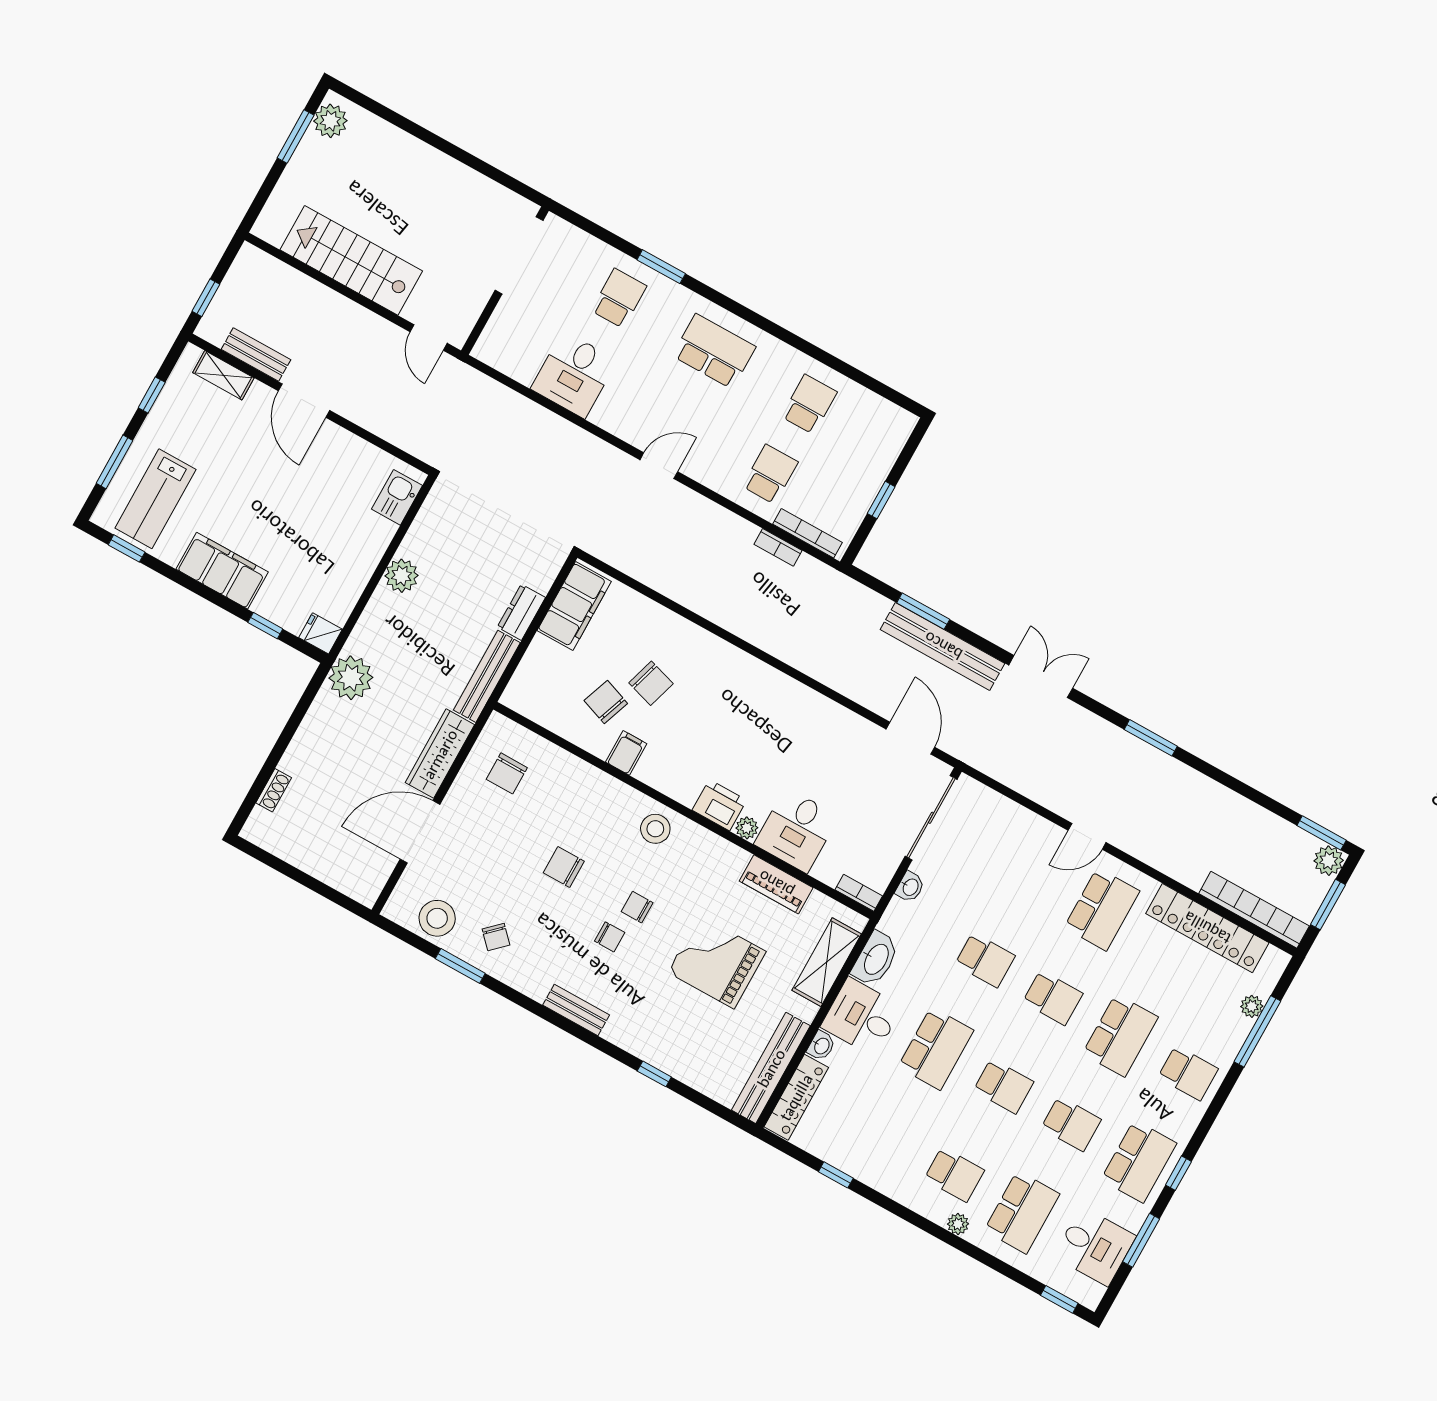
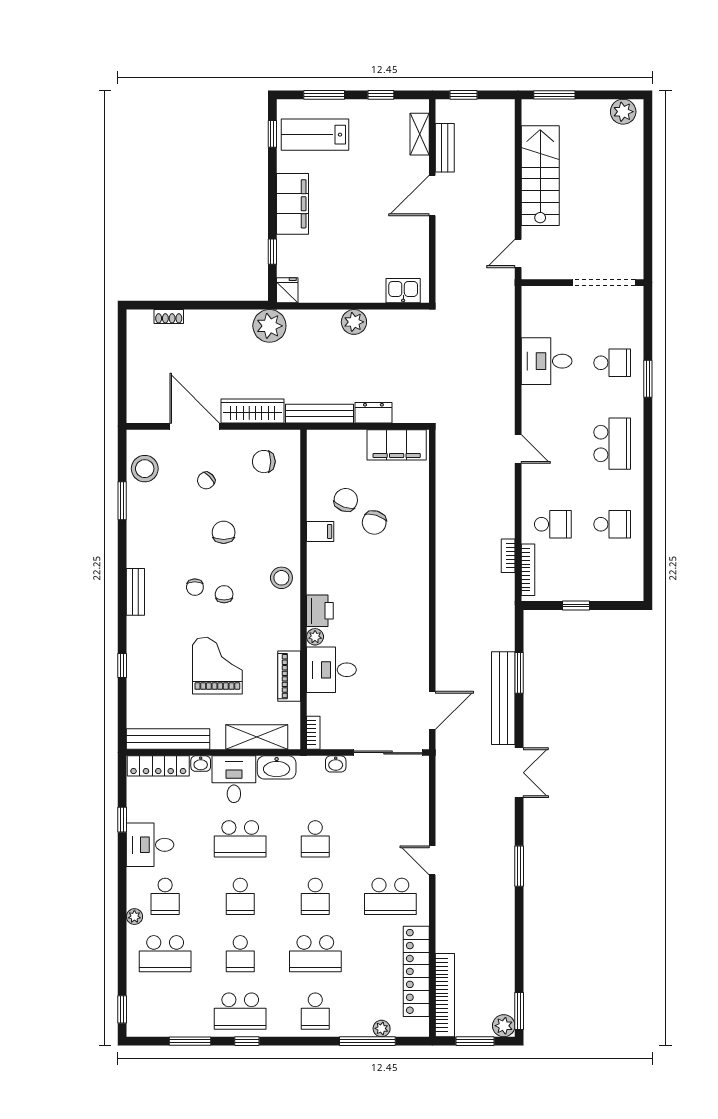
window: (296, 137) -> (554, 95), moved
chair: (496, 937) -> (206, 481), moved
desk: (1095, 1246) -> (150, 845), moved, turned 90

